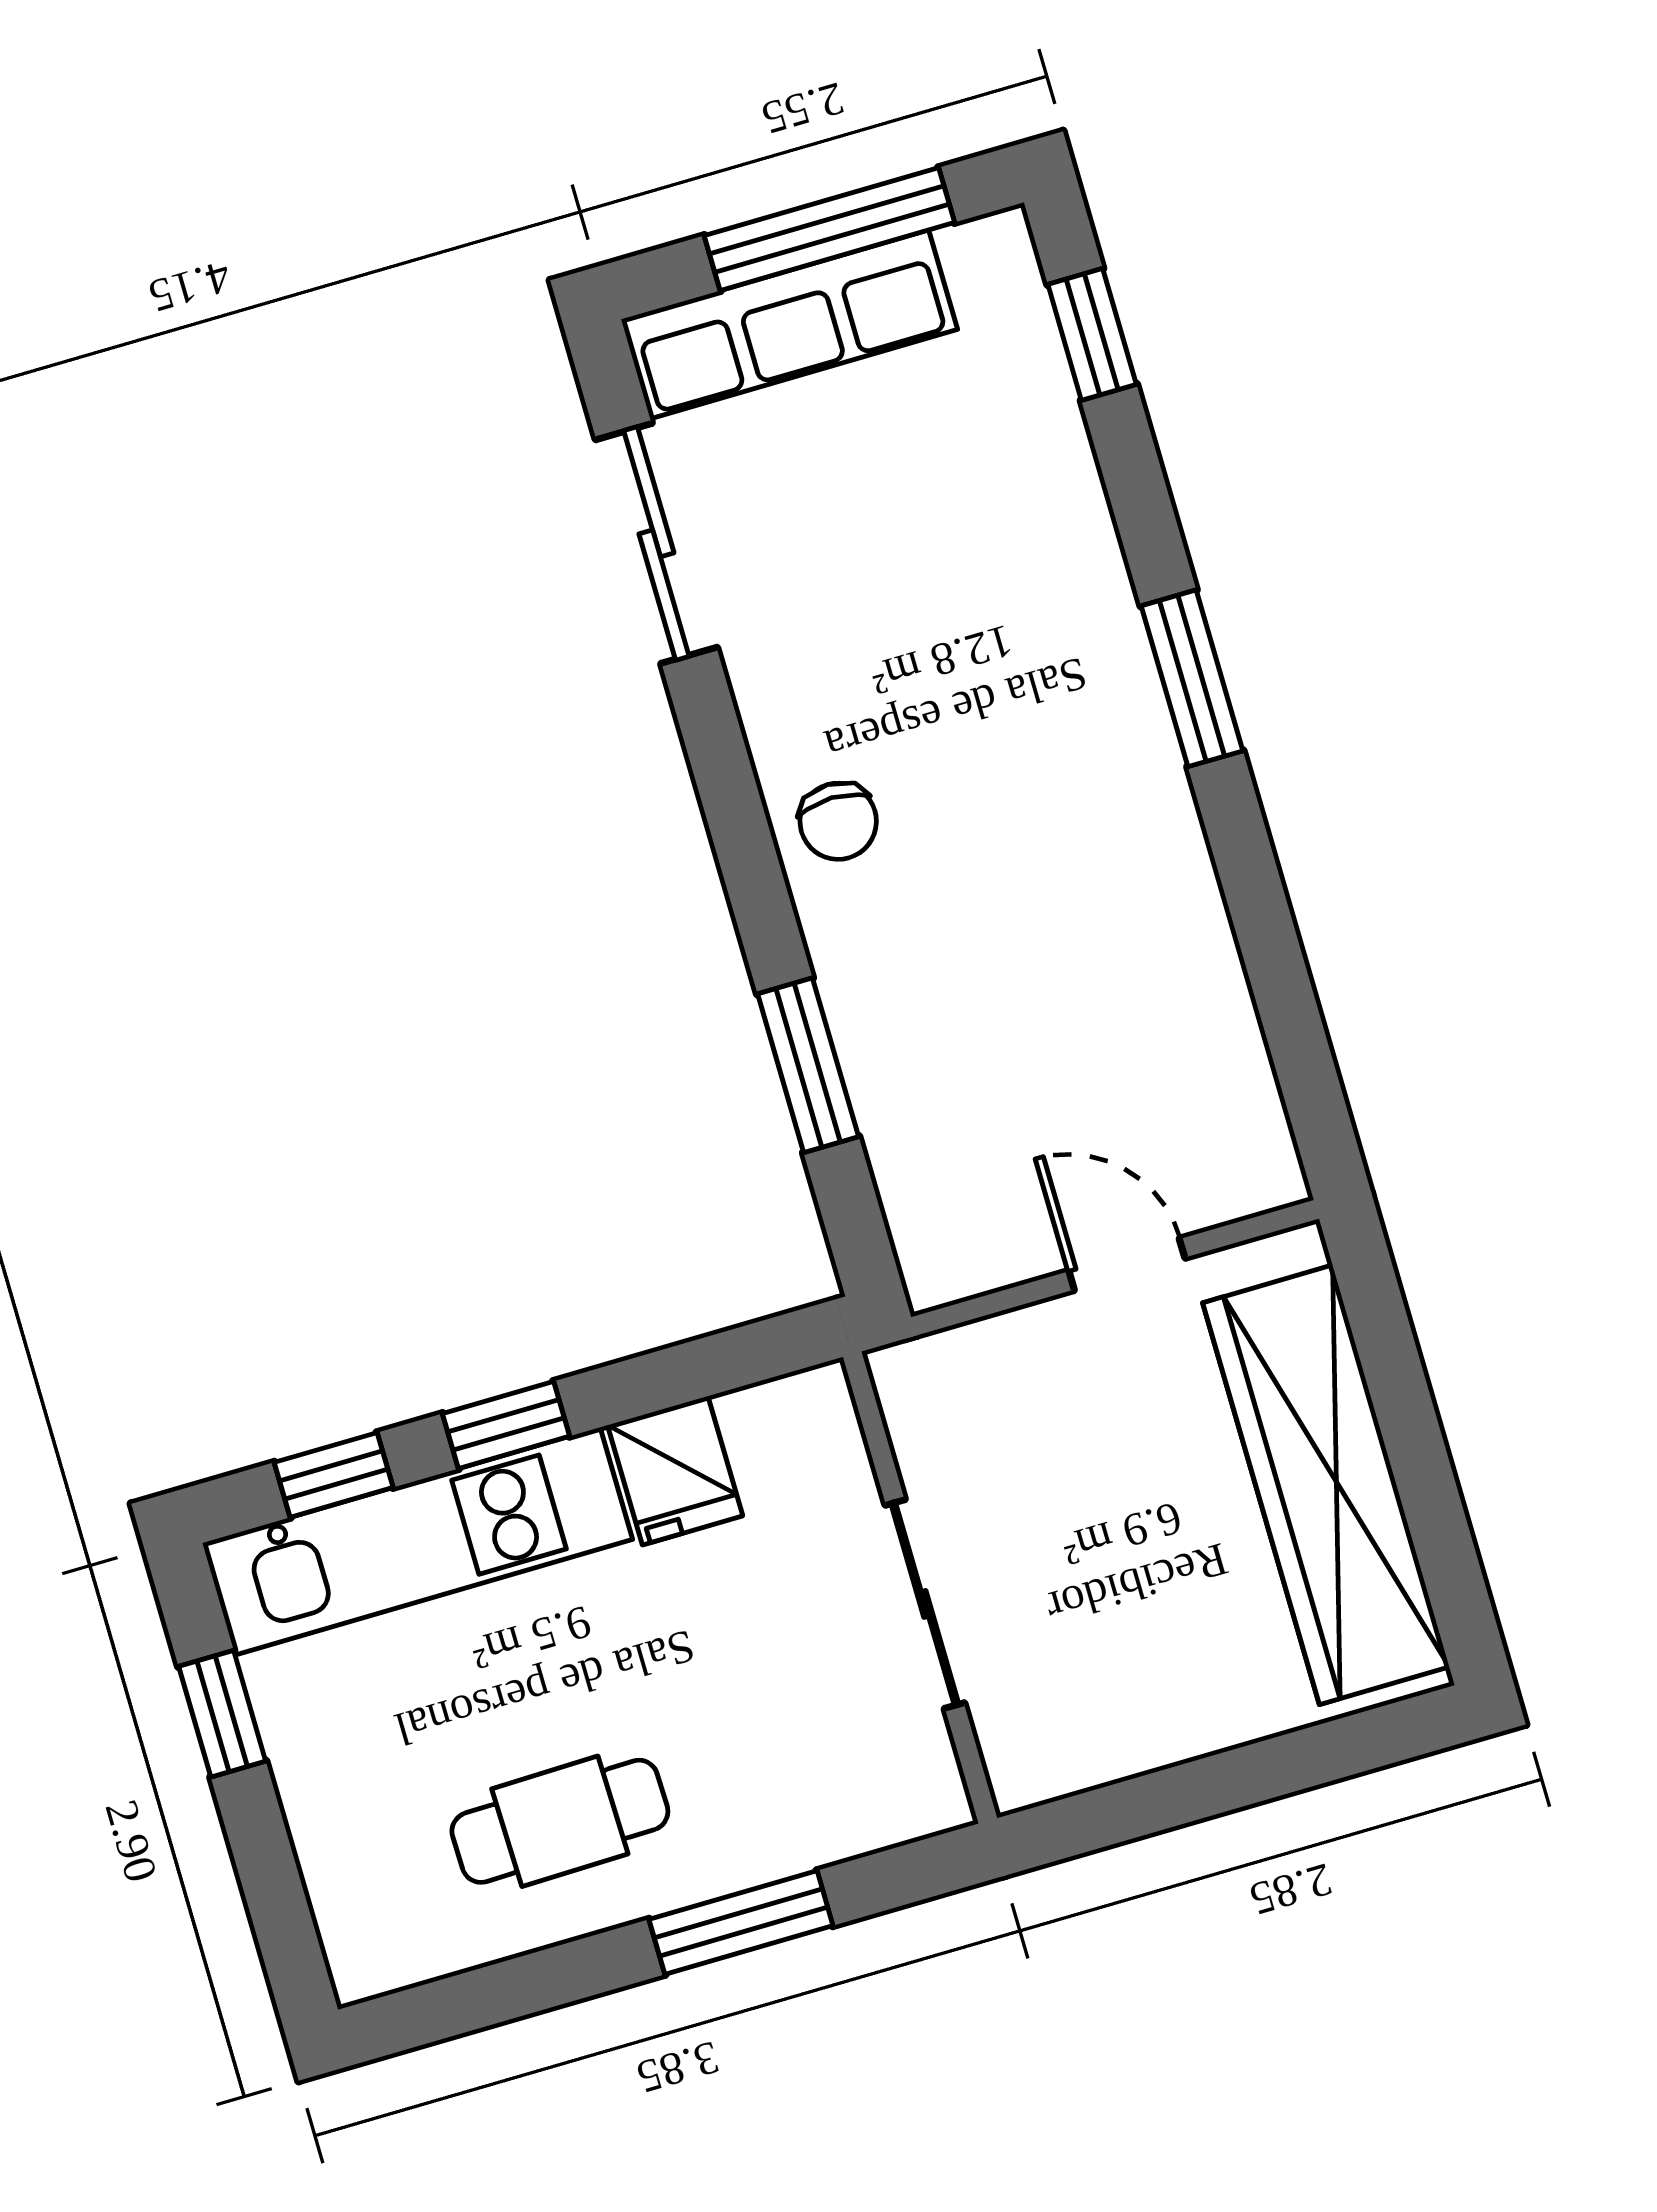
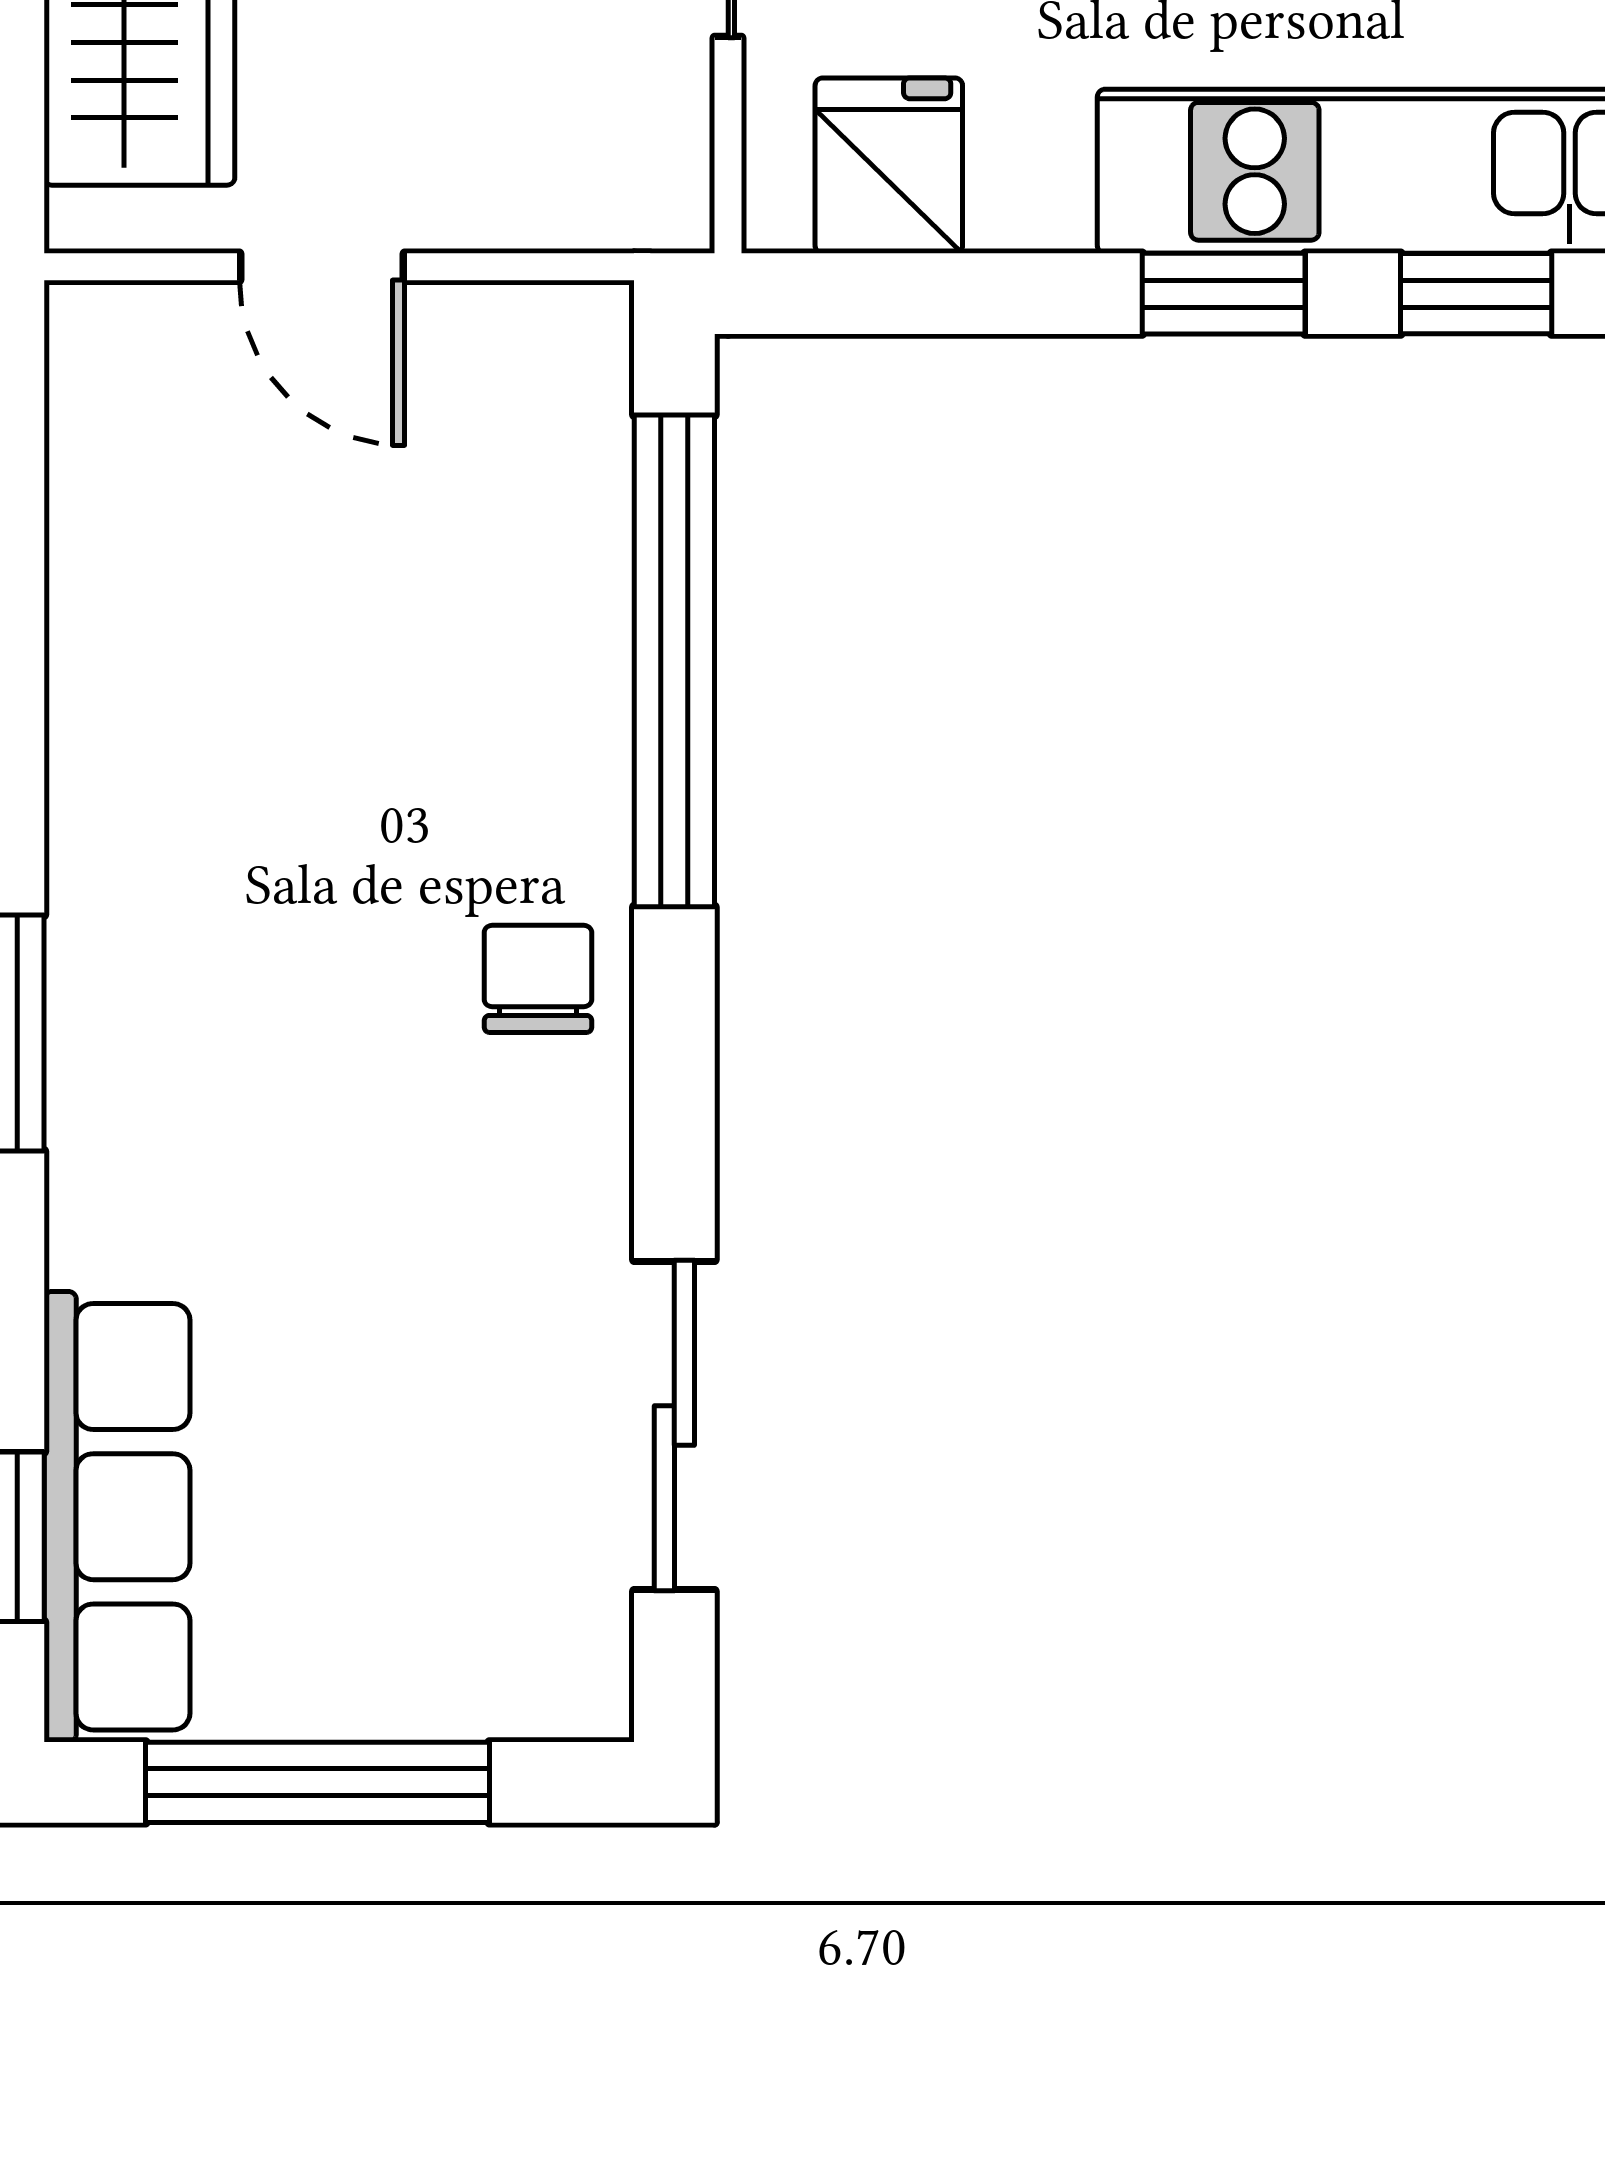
row of seats: (789, 324) -> (117, 1517), moved, turned 90
window: (808, 1065) -> (674, 661), width x2.11
fridge: (675, 1471) -> (889, 166), moved

